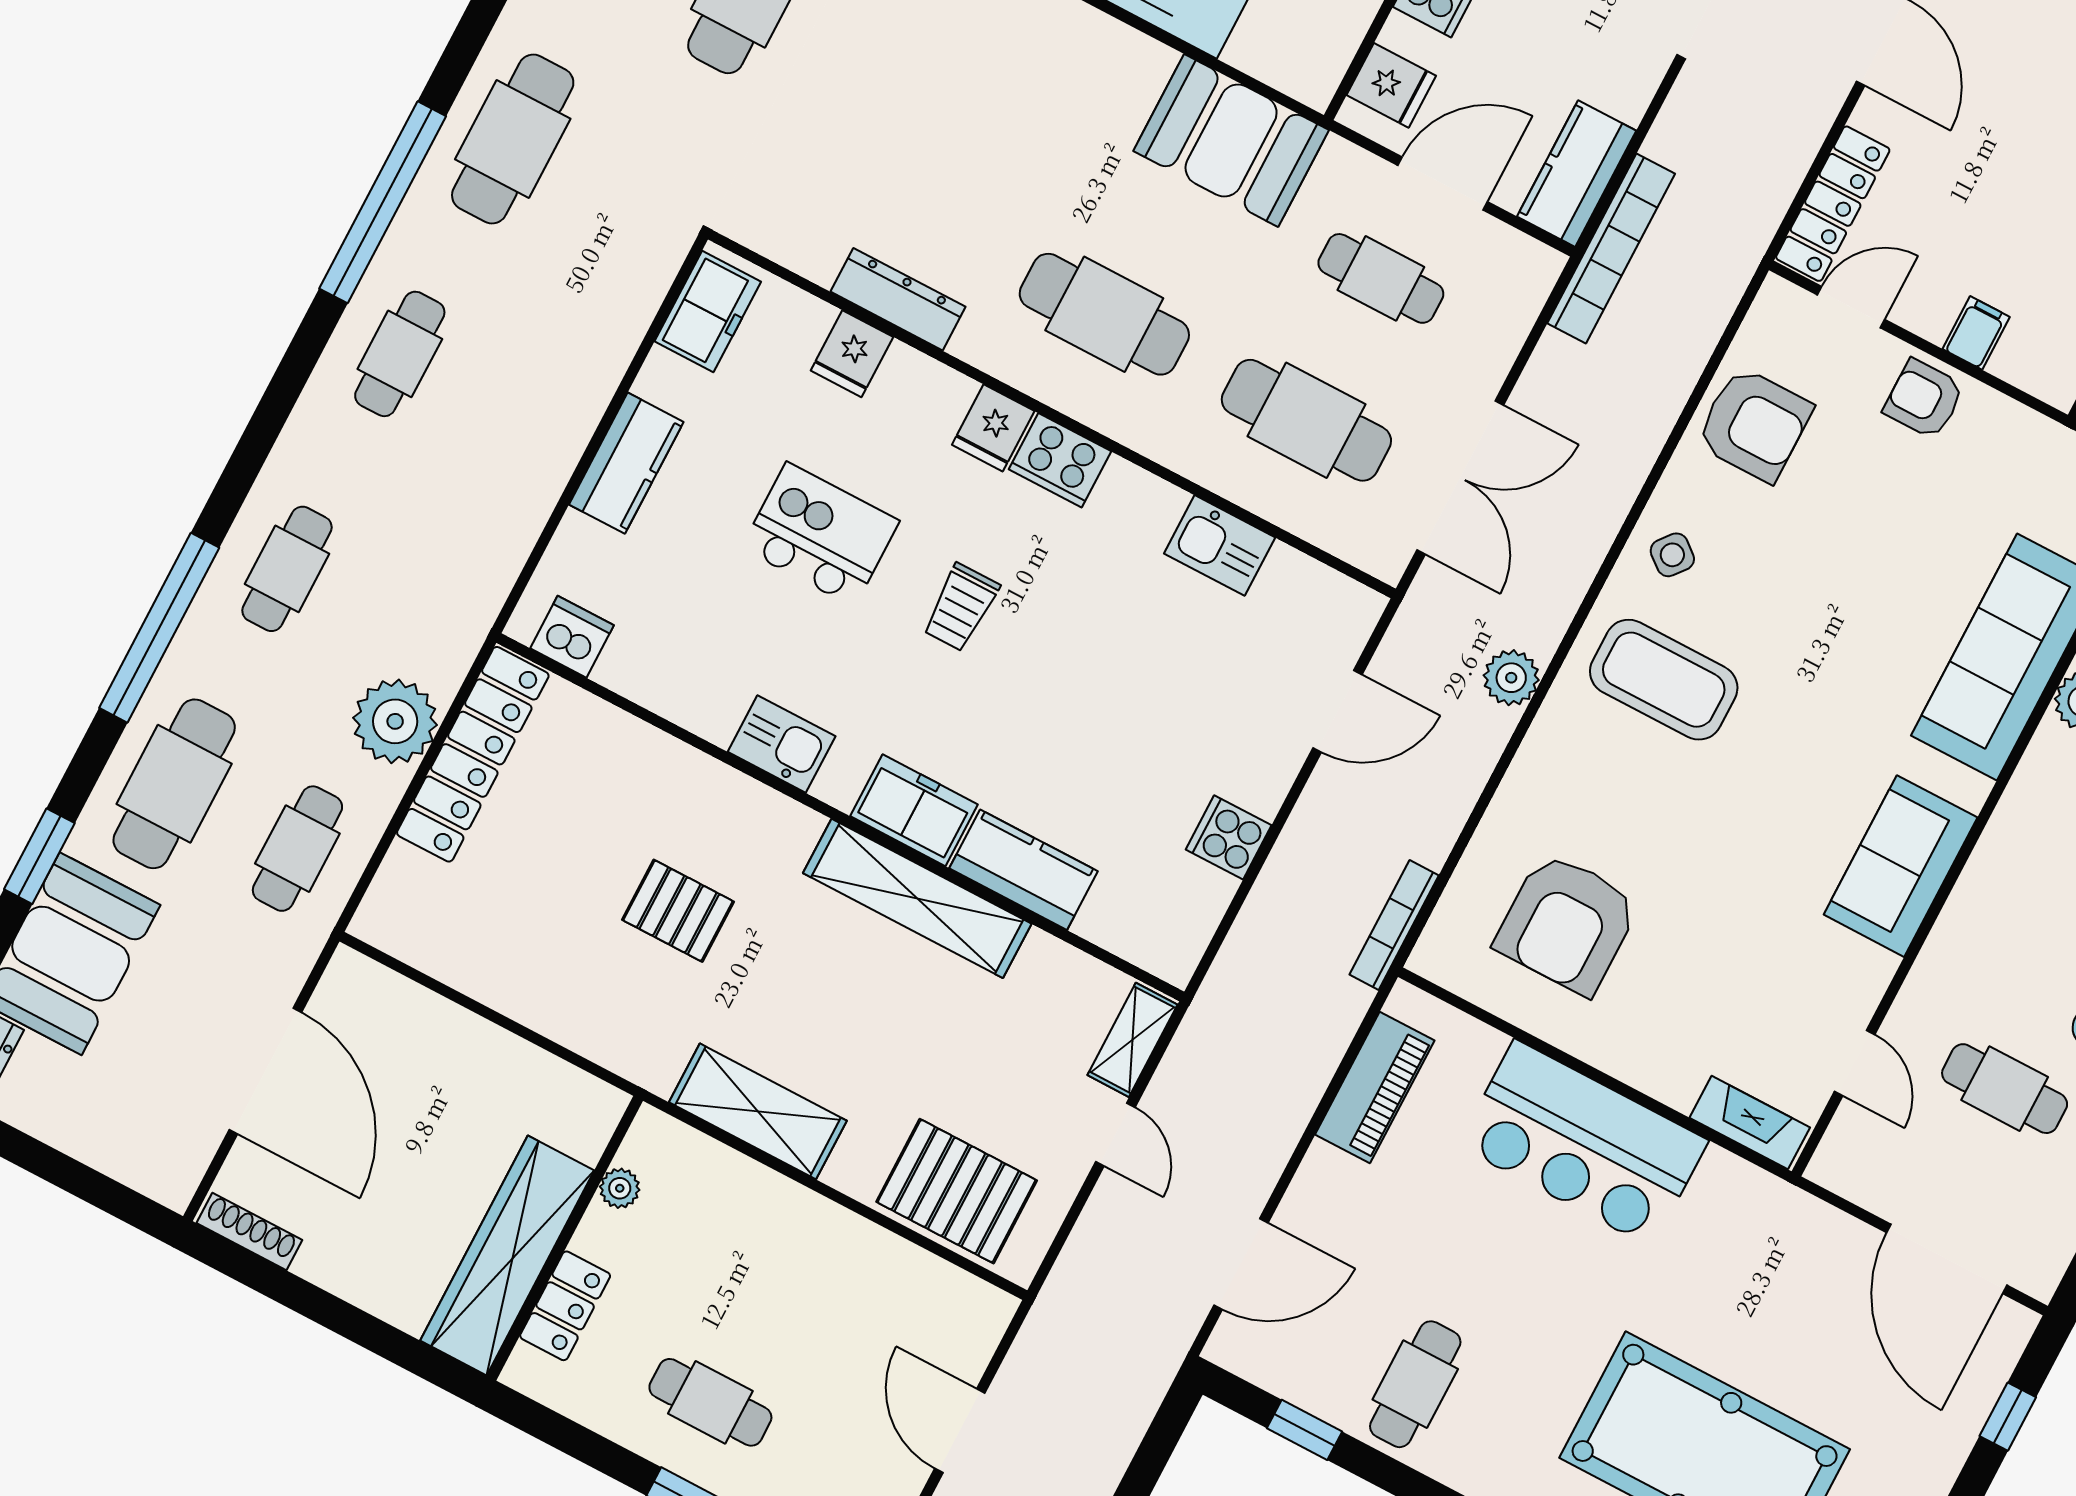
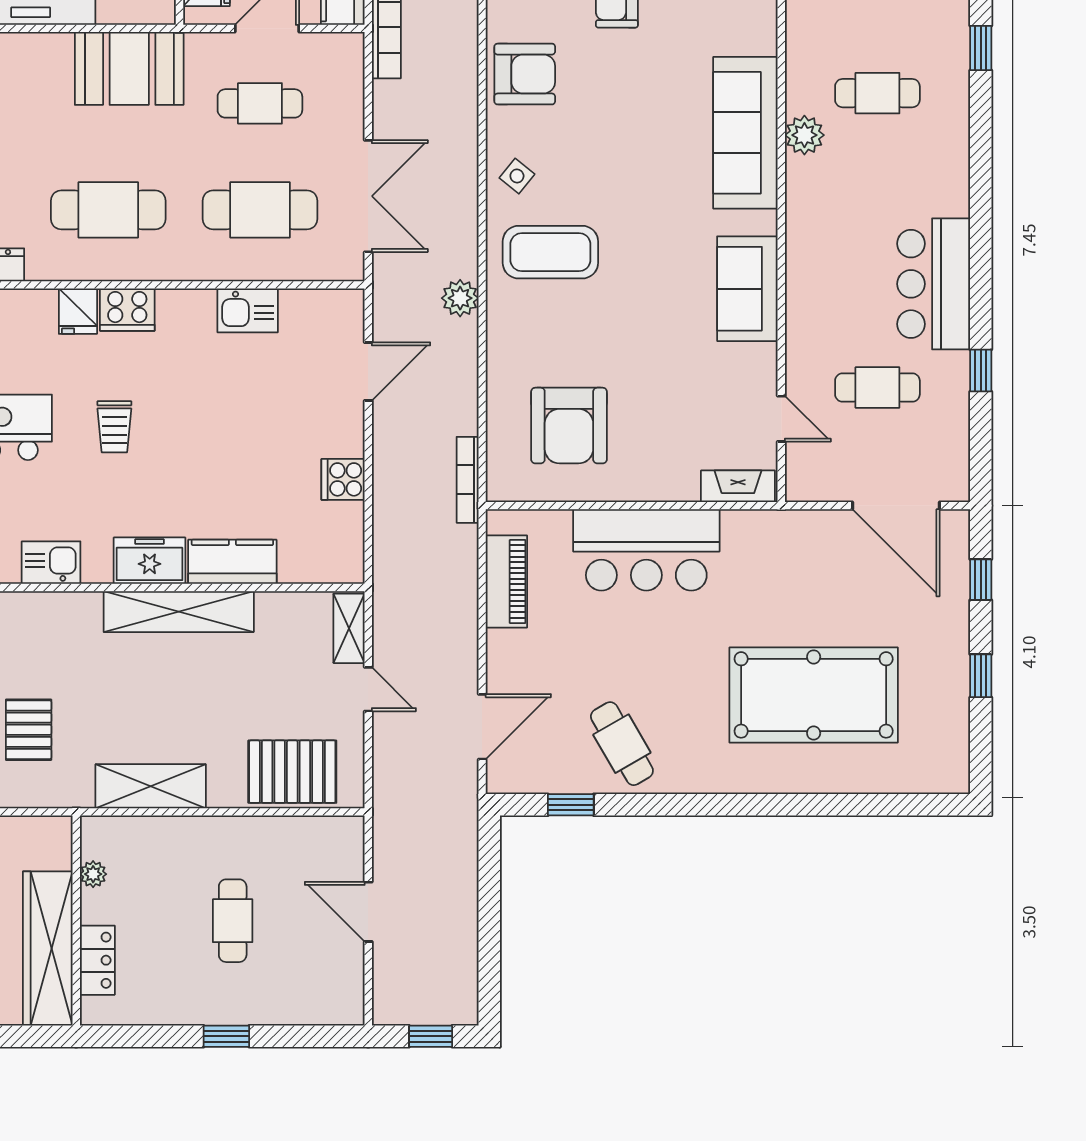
pallet: (678, 911) -> (29, 730), moved, turned 90
cafe table: (1415, 1384) -> (622, 744), turned -30
cafe table: (710, 1402) -> (233, 921), moved, turned 90

